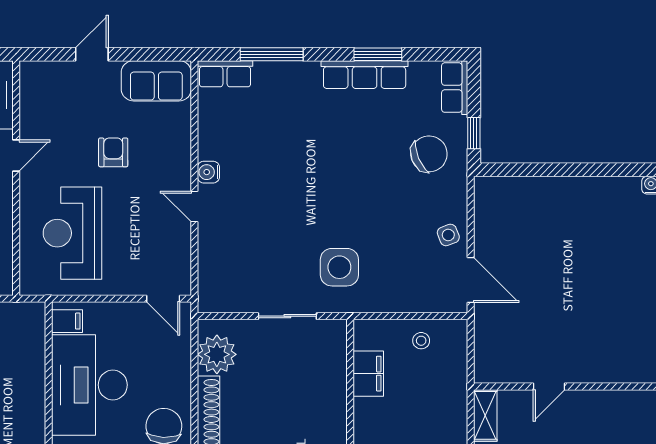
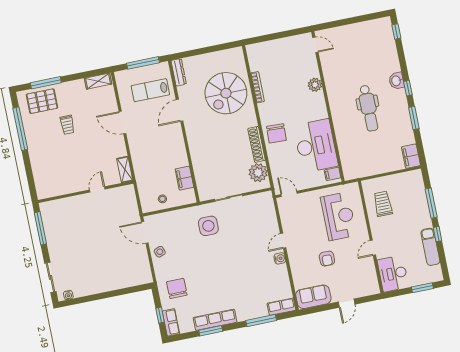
window: (474, 133) -> (160, 315), moved
chair: (429, 154) -> (177, 288), turned 113
door: (194, 207) -> (283, 241), swing flipped

